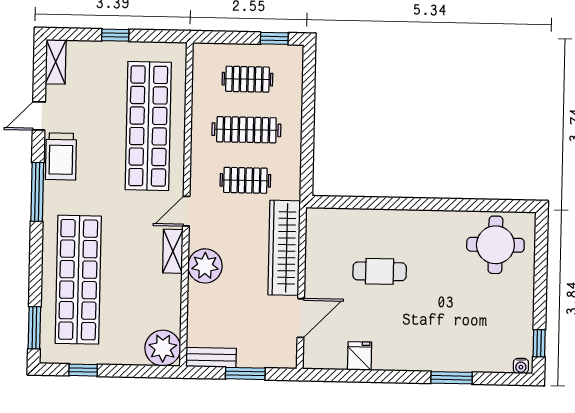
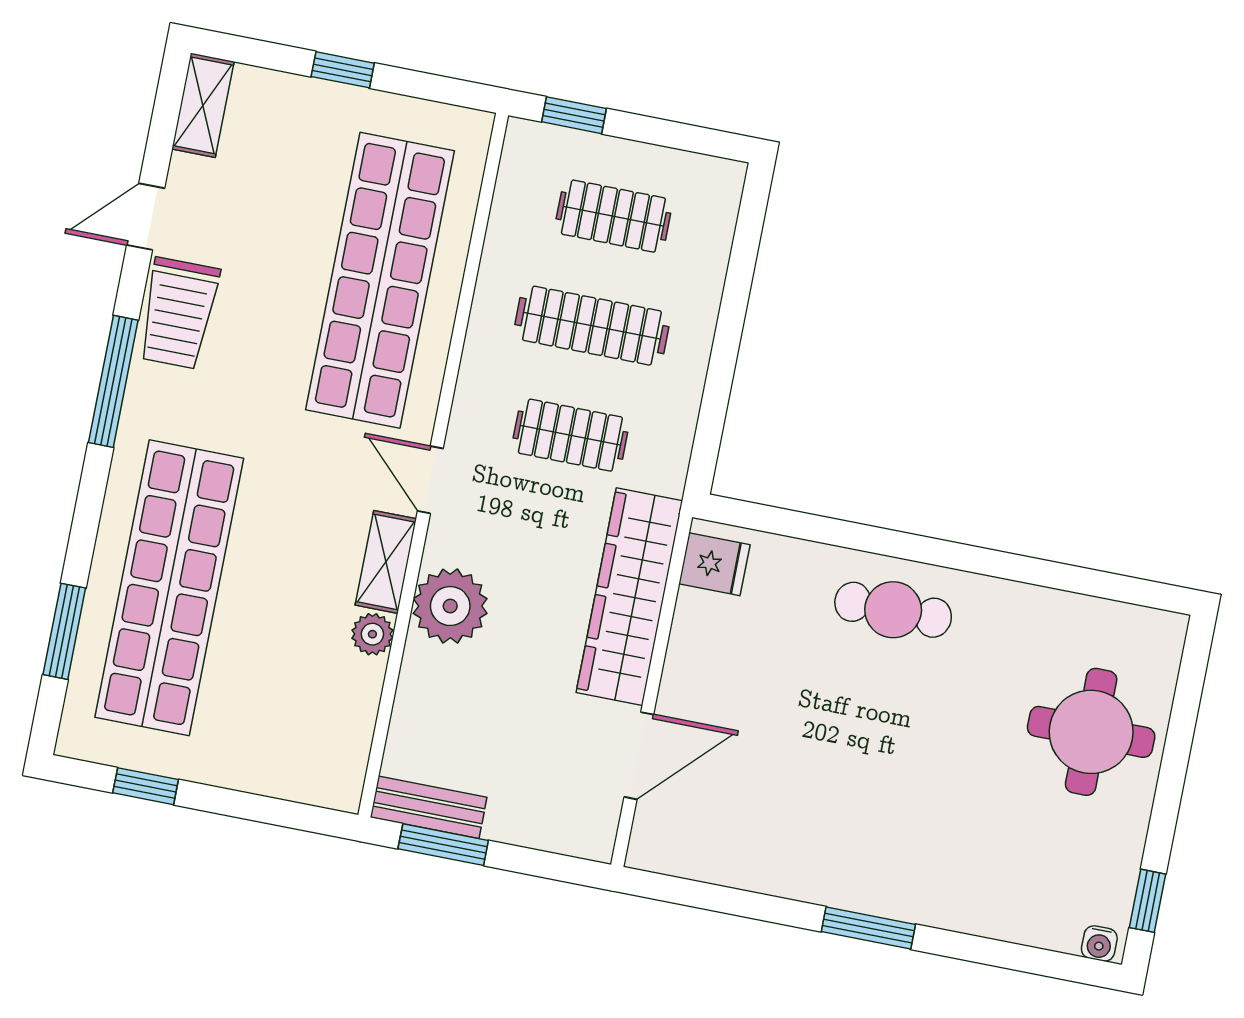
window: (274, 38) -> (574, 115), moved
door: (186, 211) -> (430, 480), hinge flipped
round table: (495, 245) -> (1091, 732), moved
cafe table: (380, 271) -> (893, 610), moved
window: (34, 328) -> (64, 631), moved
plant: (163, 348) -> (372, 634), moved, width x0.53, depth x0.53
fridge: (360, 356) -> (714, 564), moved, turned 90
window: (245, 373) -> (443, 845), moved
window: (452, 378) -> (868, 928), moved

